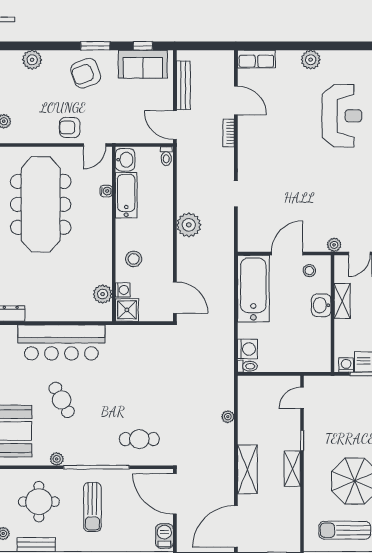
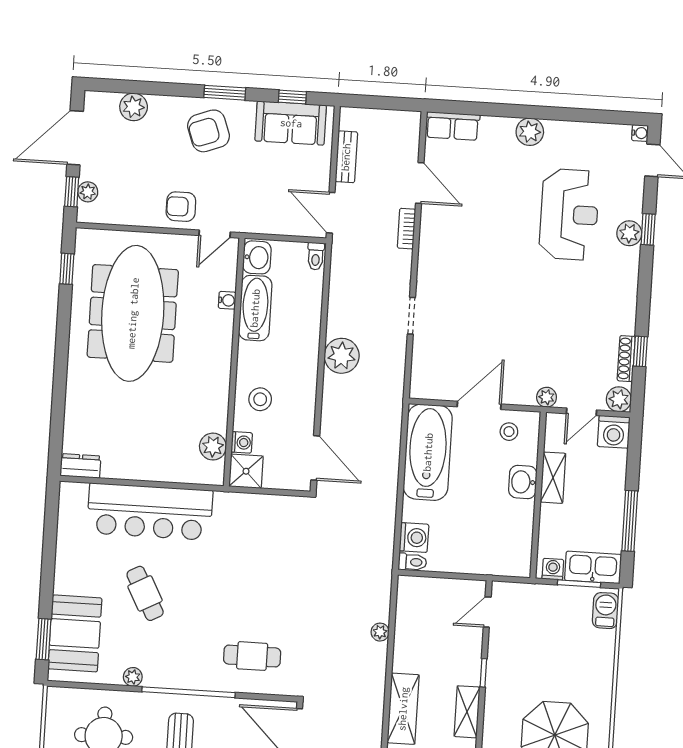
bench: (183, 85) -> (346, 157), width x0.73

